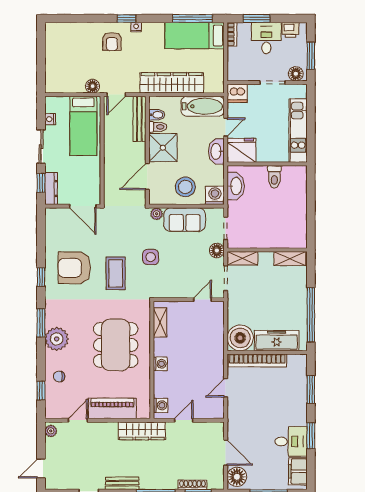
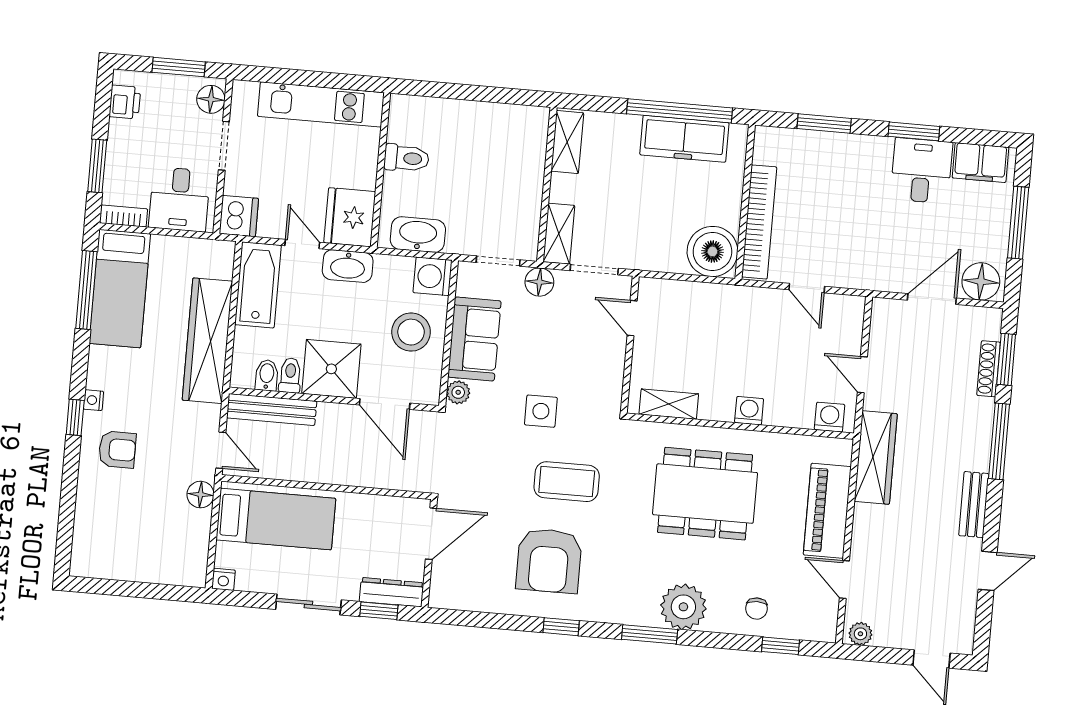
desk: (266, 38) -> (179, 199), moved, turned -90
nightstand: (50, 119) -> (223, 579), moved
freezer: (277, 341) -> (684, 139), moved, turned -90

